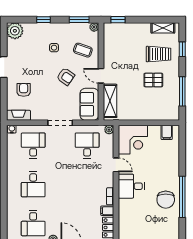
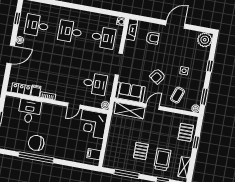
window: (118, 20) -> (196, 142), moved
pallet: (123, 33) -> (186, 132), added
trolley: (159, 54) -> (162, 159), turned 180
desk: (131, 186) -> (29, 111), moved

